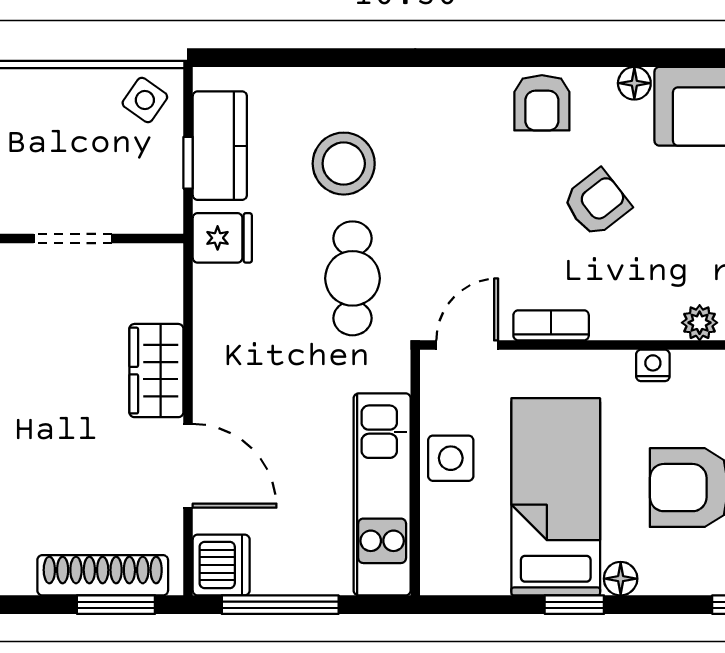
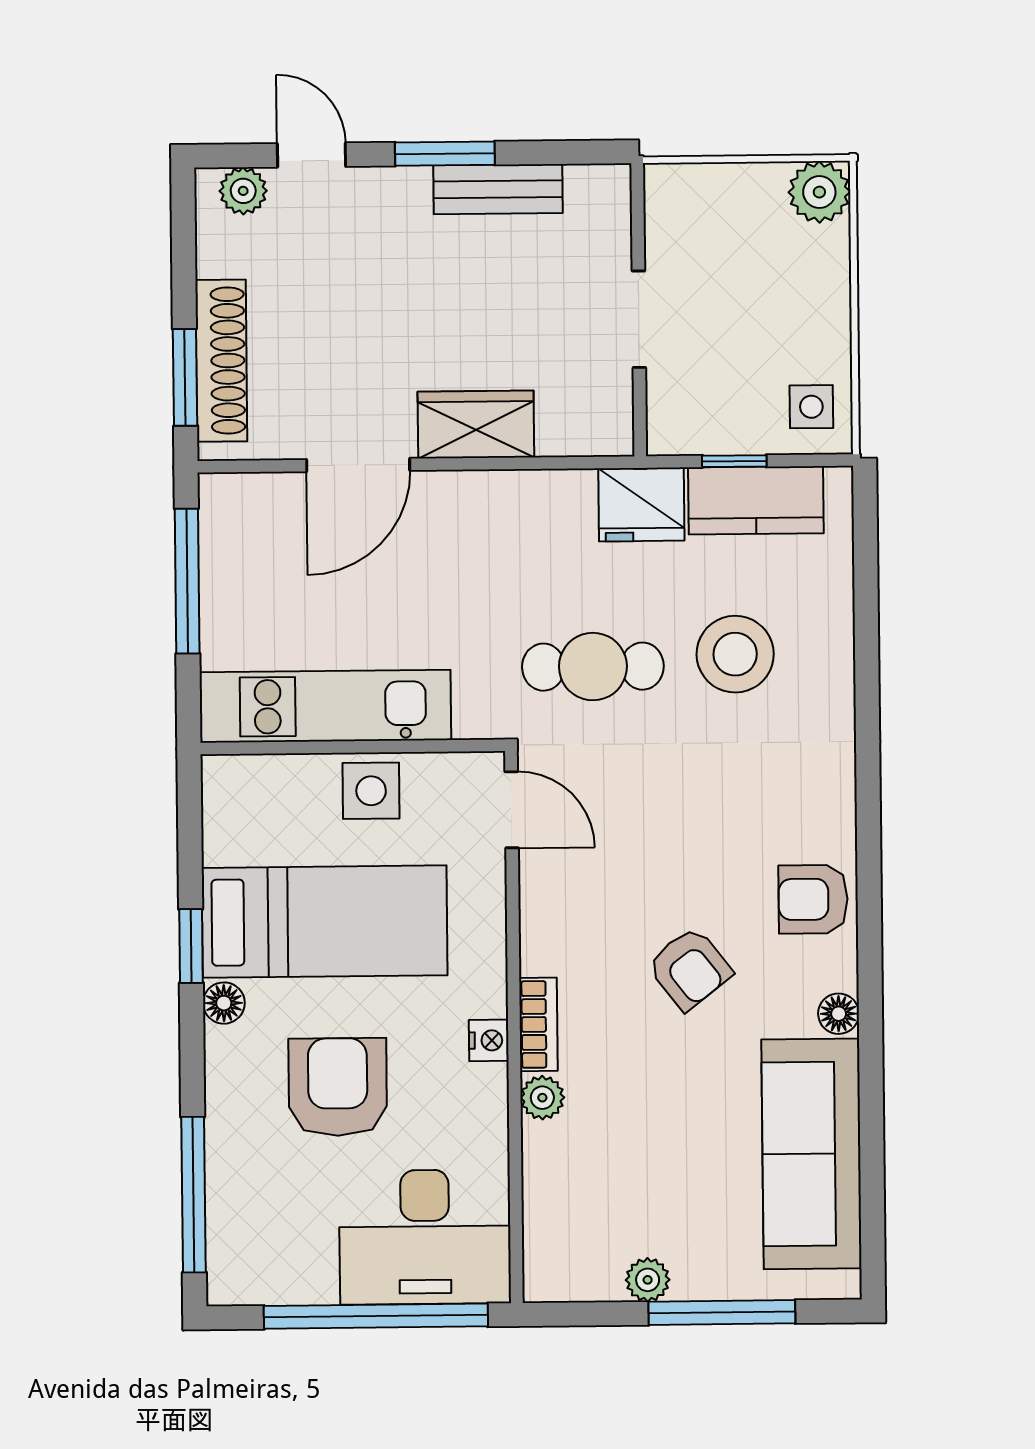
side table: (145, 100) -> (811, 407), turned -35
fridge: (222, 238) -> (641, 505), width x1.38
bookcase: (551, 325) -> (538, 1024), moved
dishwasher: (221, 565) -> (236, 507), removed

